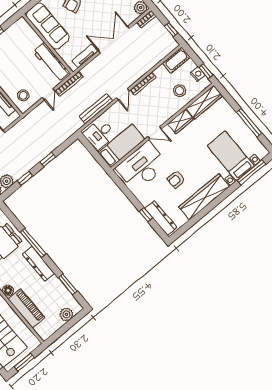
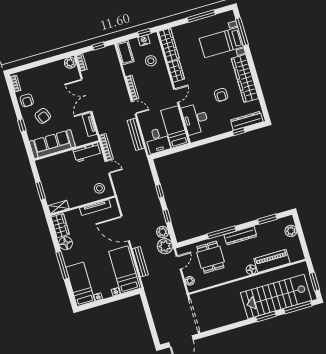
workbench: (51, 62) -> (87, 153), width x0.73
desk: (142, 167) -> (195, 119), width x0.73, depth x0.77

